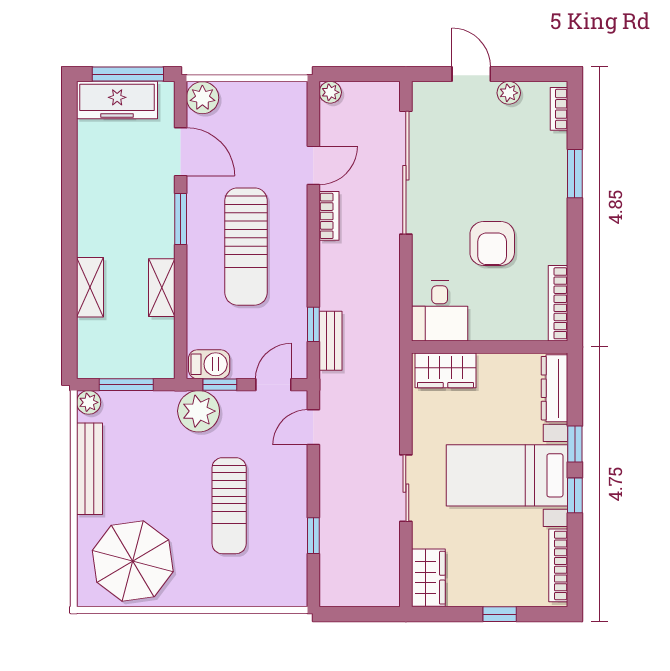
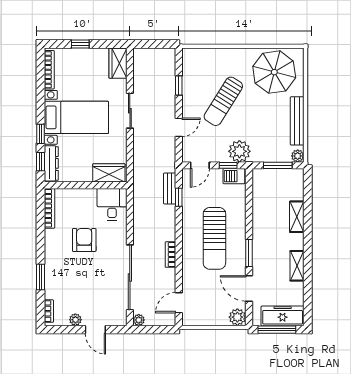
plant: (330, 92) -> (139, 320), moved
door: (313, 165) -> (179, 303), moved
sun lounger: (246, 247) -> (214, 238), turned 180
shelving: (162, 288) -> (297, 266), moved
door: (313, 427) -> (179, 127), moved
window: (575, 495) -> (40, 162), moved
sun lounger: (229, 506) -> (223, 101), turned -148

